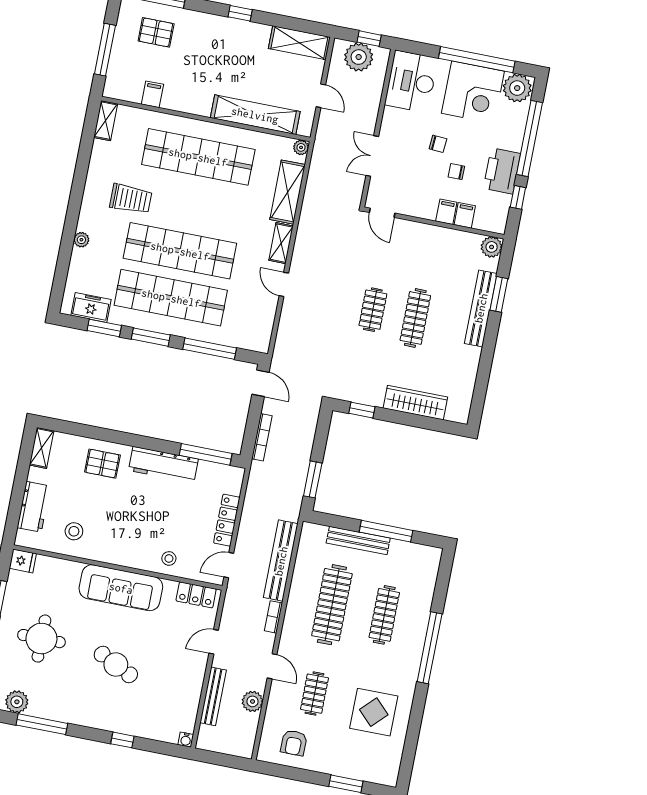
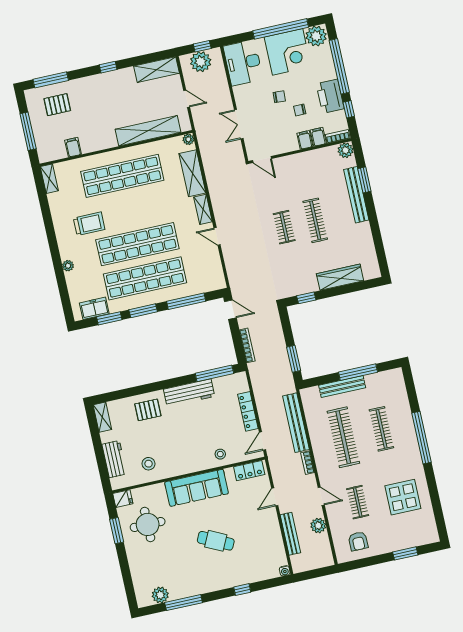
bookcase: (489, 225) -> (338, 136), added
round table: (41, 639) -> (148, 524), moved

